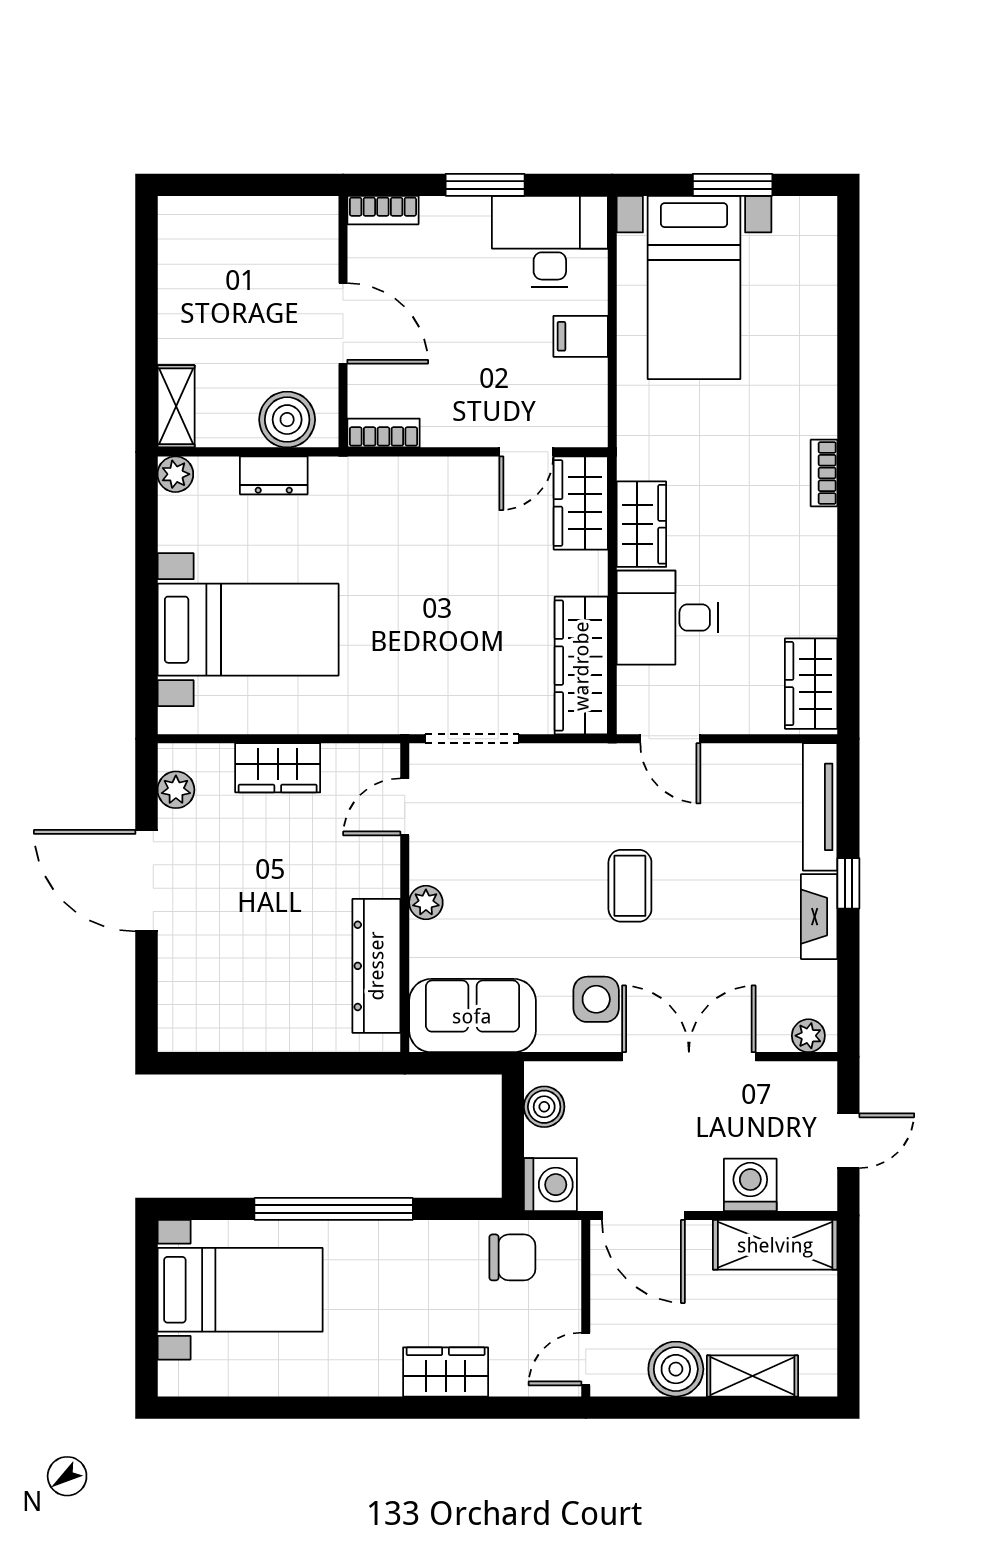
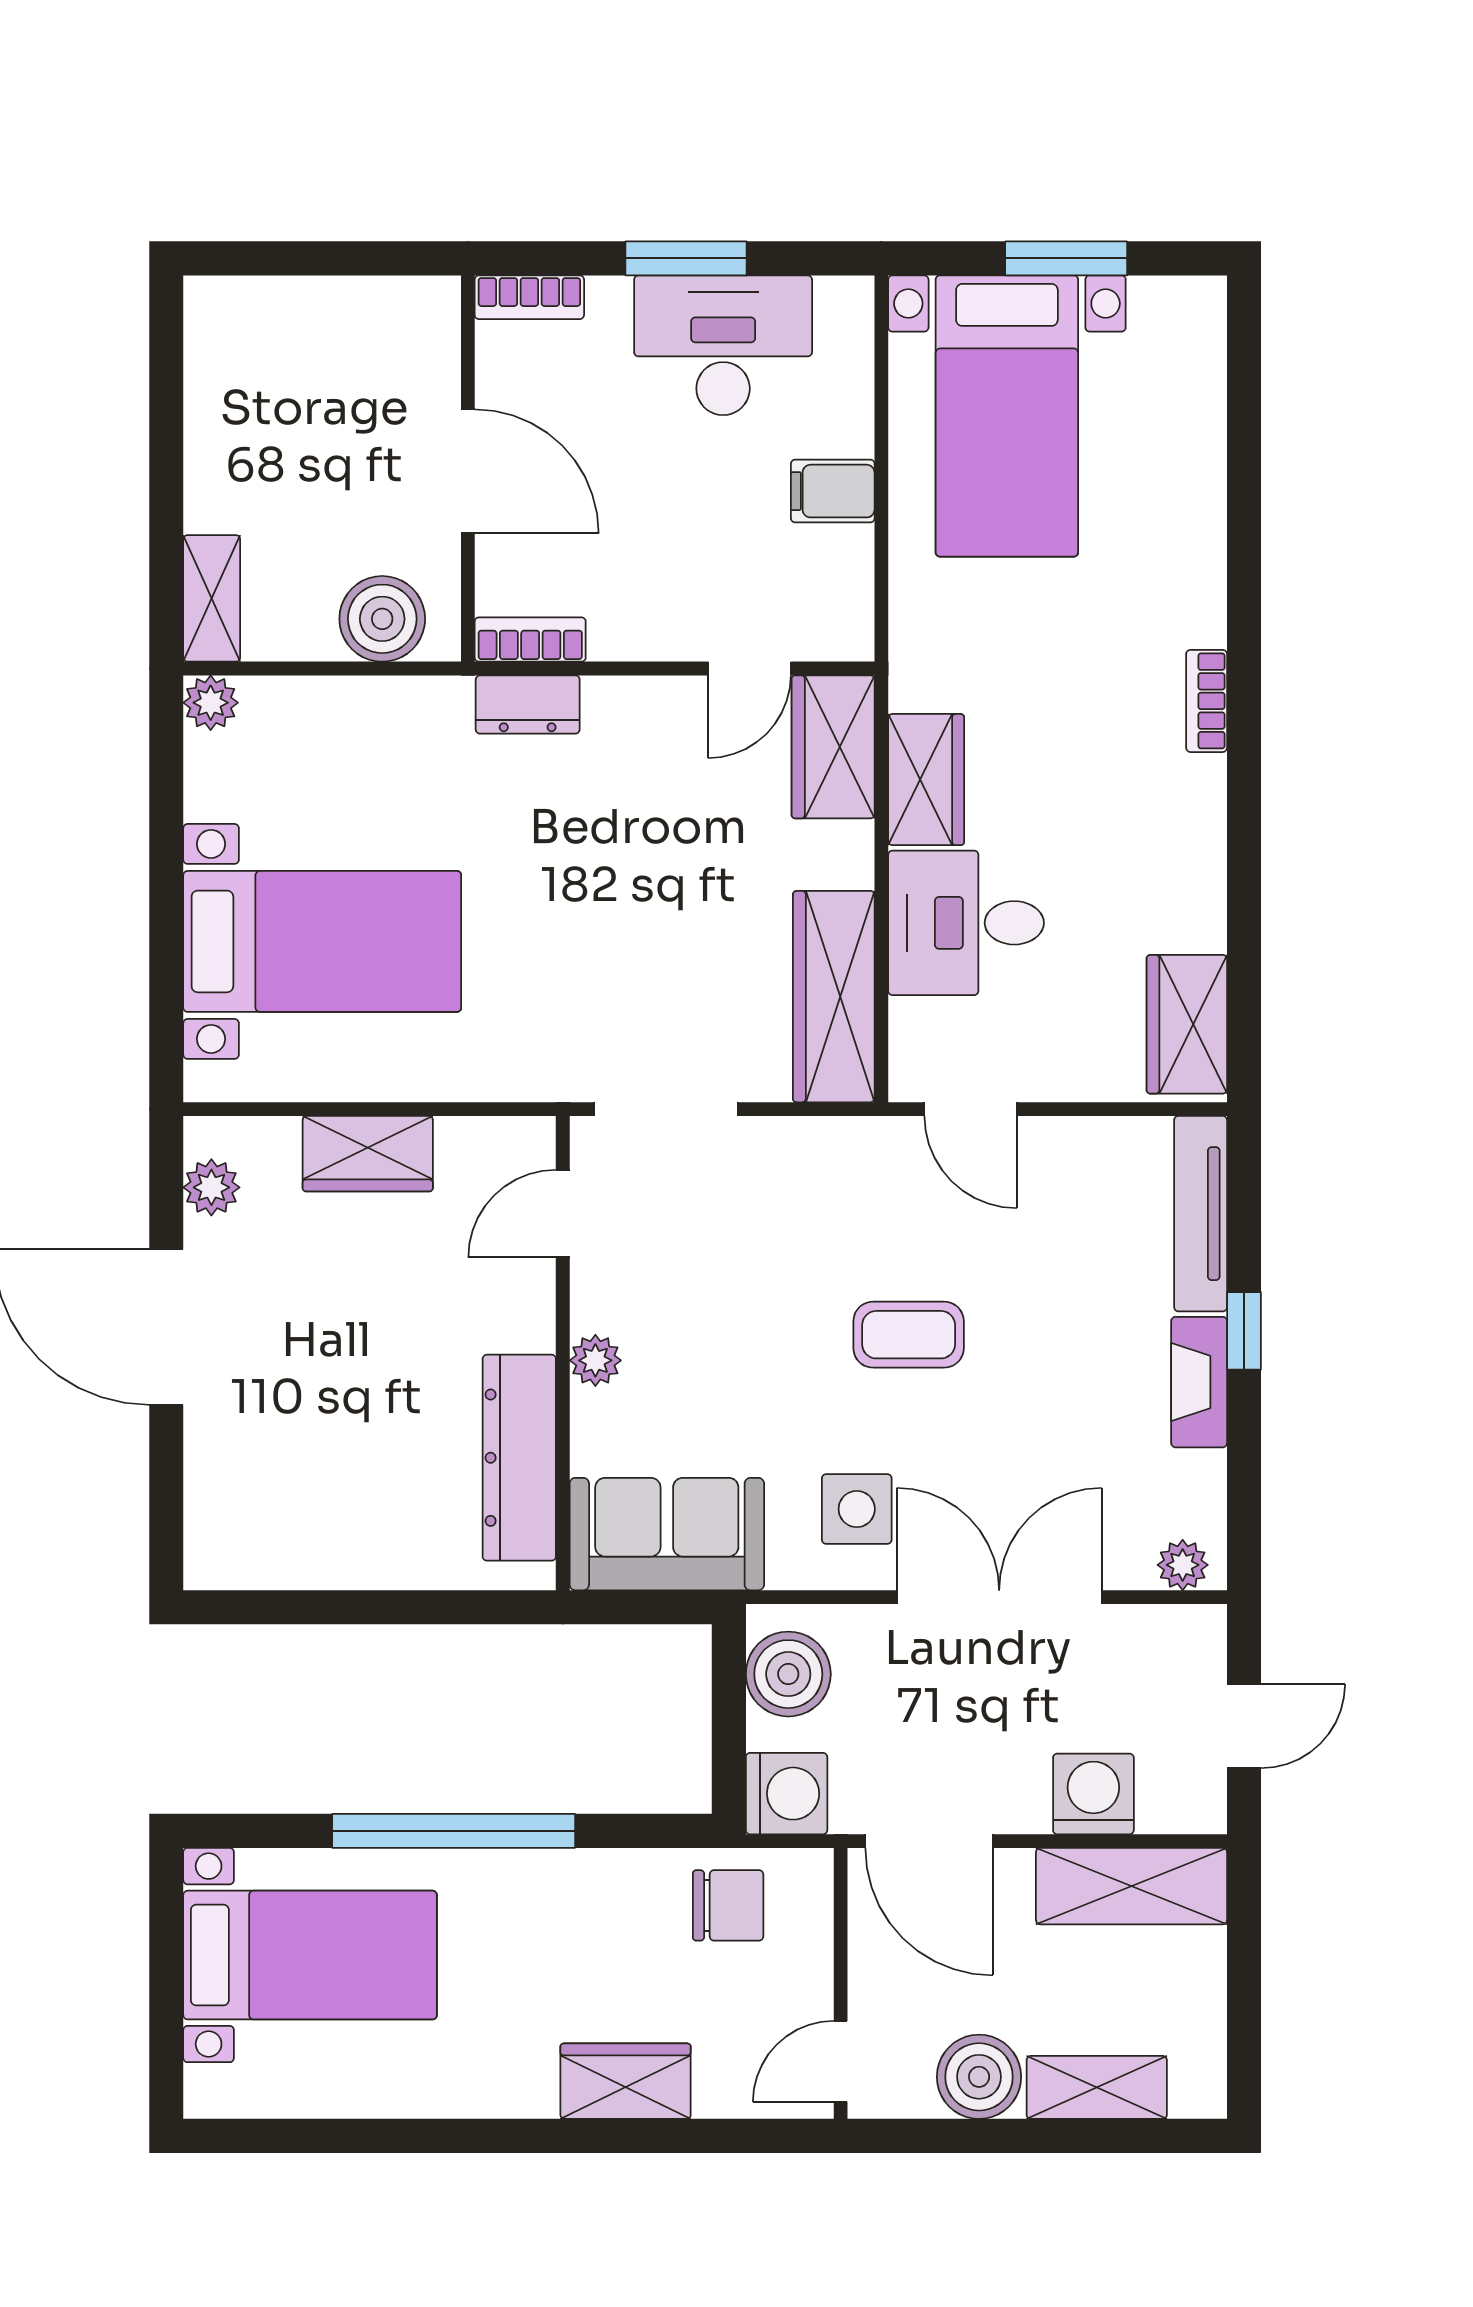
desk: (550, 241) -> (723, 345), moved
dresser: (274, 475) -> (528, 705), moved
coffee table: (630, 886) -> (909, 1335), turned 90
boiler: (544, 1107) -> (788, 1674), width x1.36, depth x1.36

